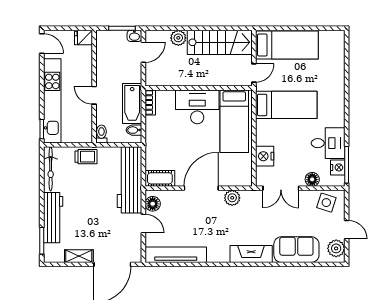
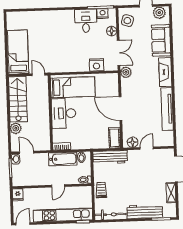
bed: (286, 105) -> (60, 51), removed
workbench: (129, 180) -> (110, 157), width x0.73, depth x0.76
plant: (232, 198) -> (126, 72), moved
tv unit: (176, 255) -> (167, 109), moved

